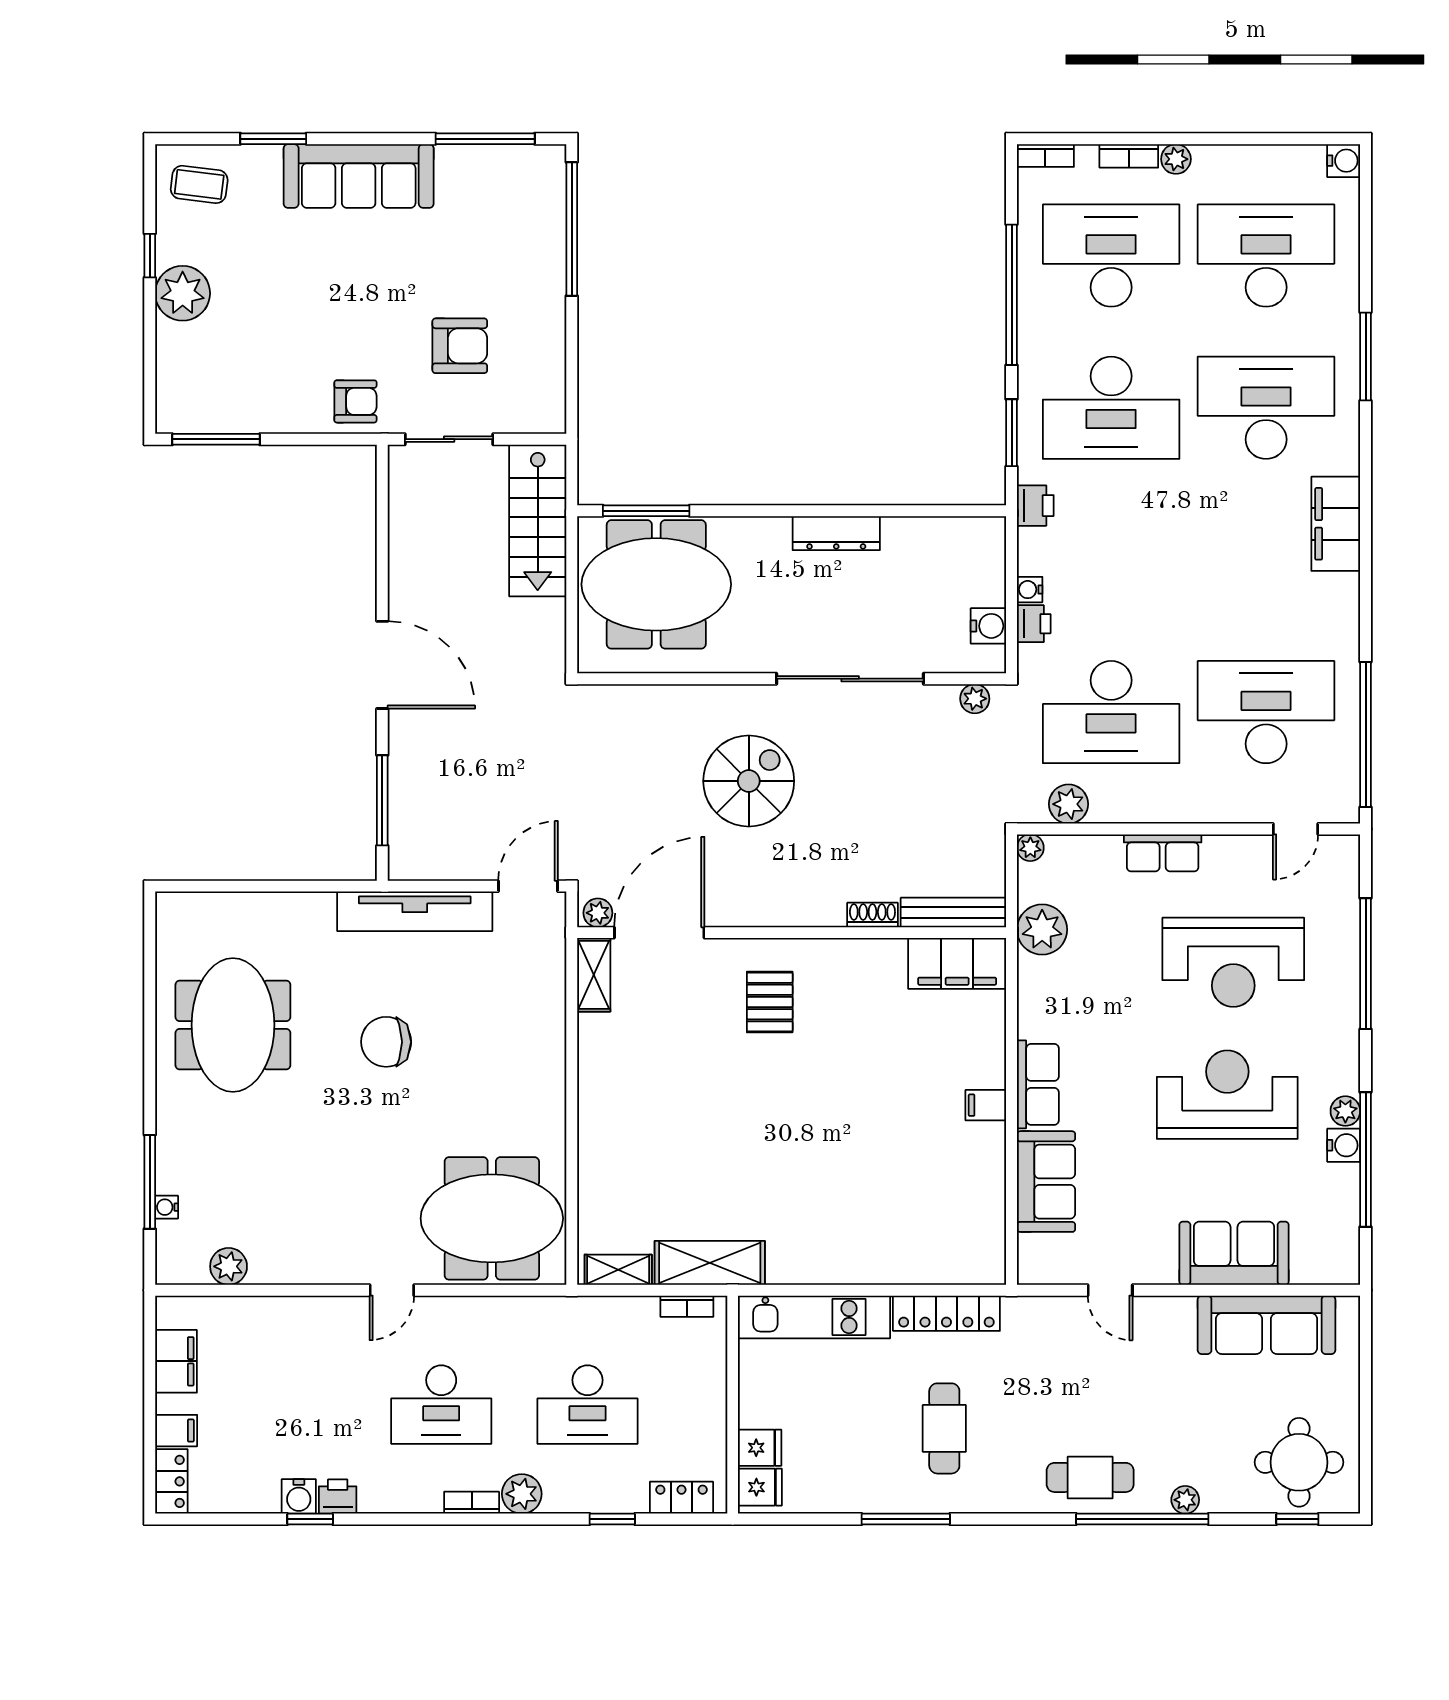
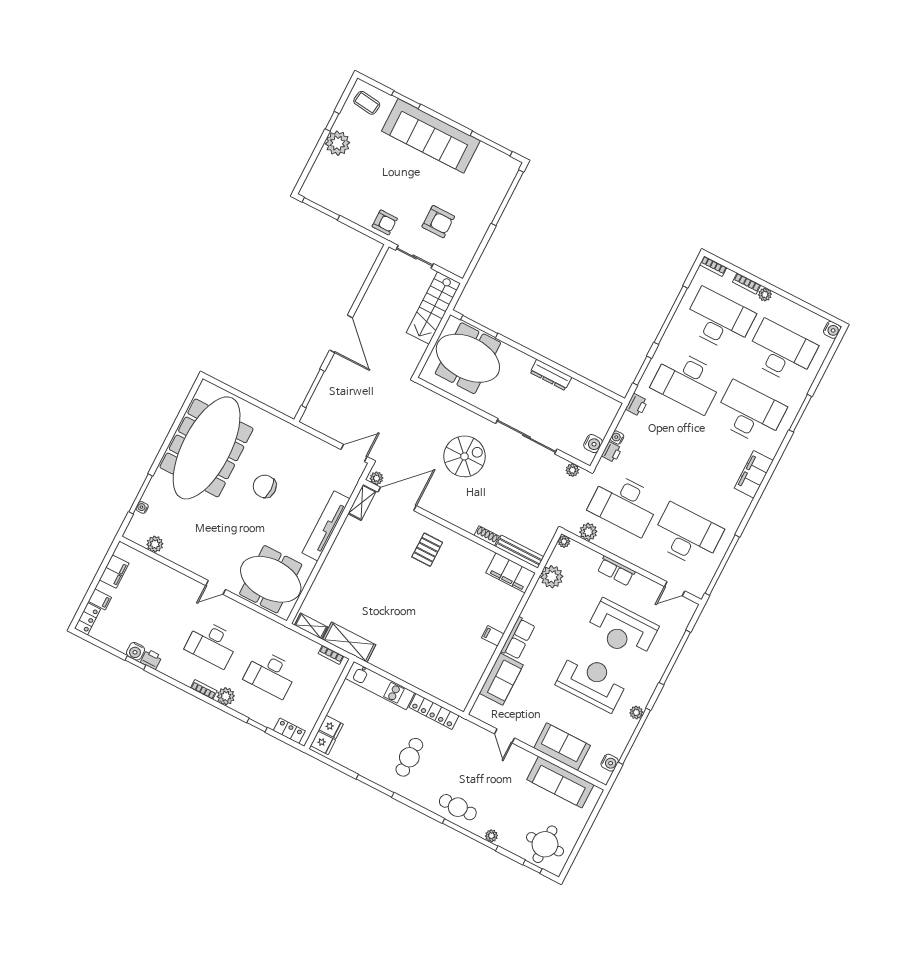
sofa: (359, 176) -> (431, 136), width x1.36, depth x1.27
tv unit: (415, 911) -> (326, 526), moved, turned 90
meeting table: (233, 1025) -> (207, 448), width x1.86, depth x1.27
water cooler: (1344, 1145) -> (610, 763), moved

